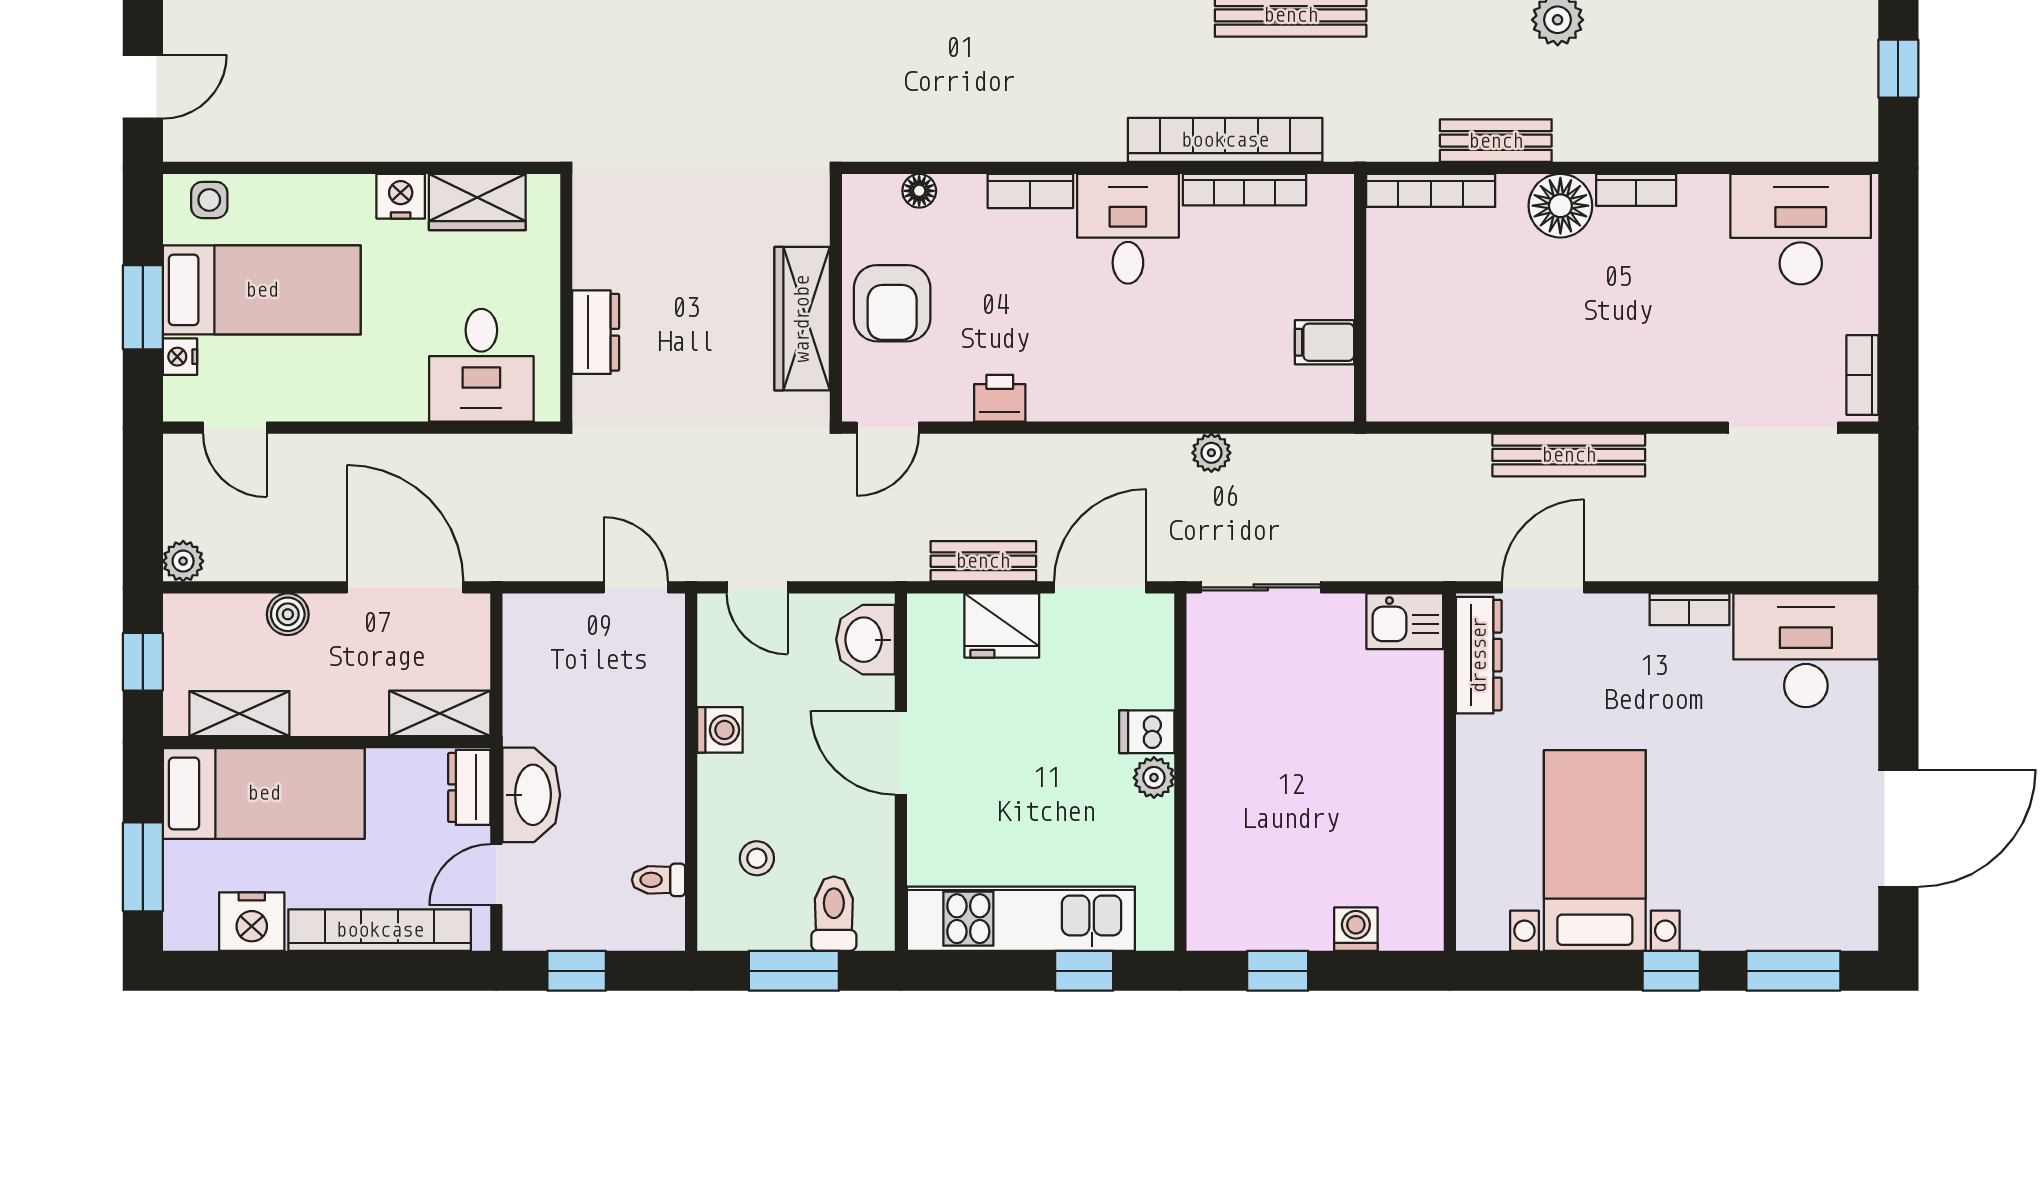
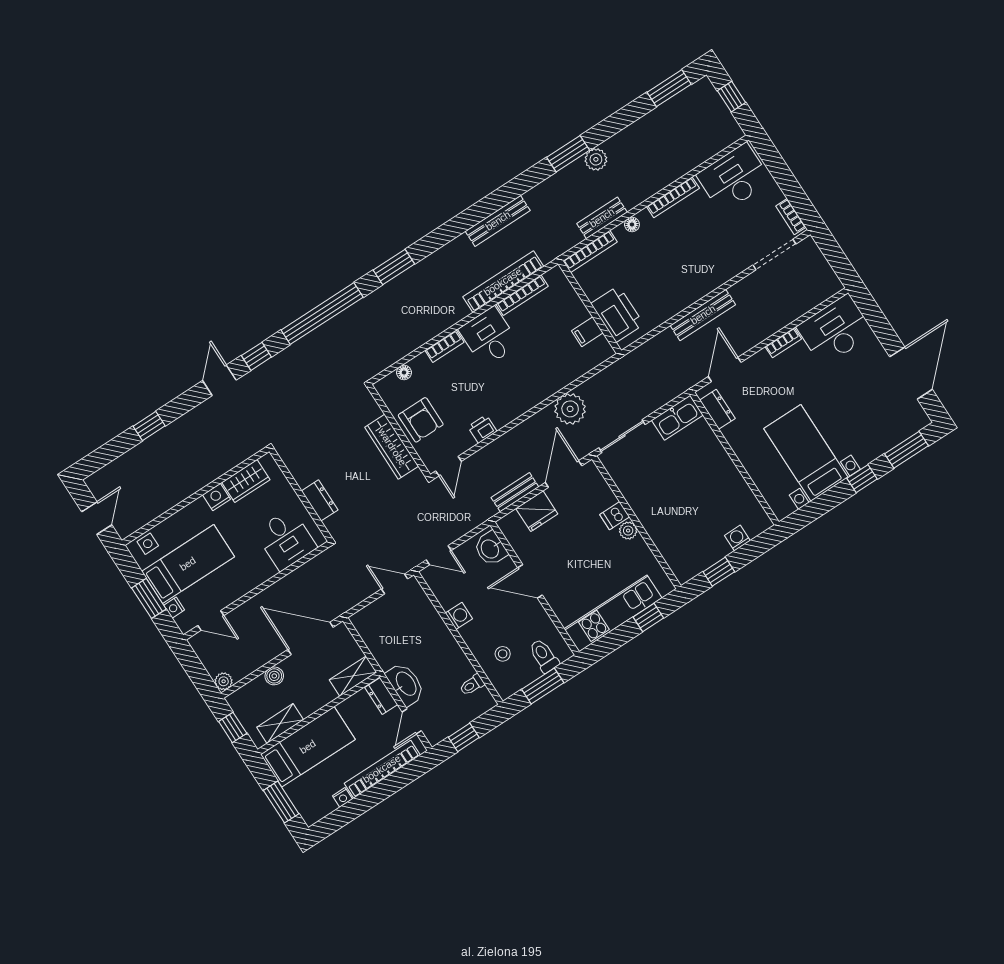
bookcase: (1636, 190) -> (673, 197), width x1.56
floor lamp: (1560, 206) -> (632, 224), width x0.53, depth x0.53
printer: (1405, 345) -> (617, 314), added
plant: (1211, 453) -> (570, 409), width x1.87, depth x1.87
kitchen sink: (1405, 621) -> (677, 418), width x1.38
dresser: (1479, 655) -> (717, 409), width x0.70
nightstand: (252, 922) -> (342, 797), width x0.53, depth x0.56

